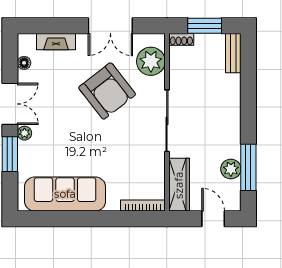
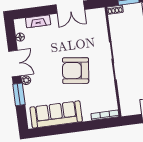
plant: (151, 61) -> (98, 26), removed
armchair: (107, 91) -> (76, 71), moved, turned 135
wardrobe: (179, 185) -> (126, 99), removed

